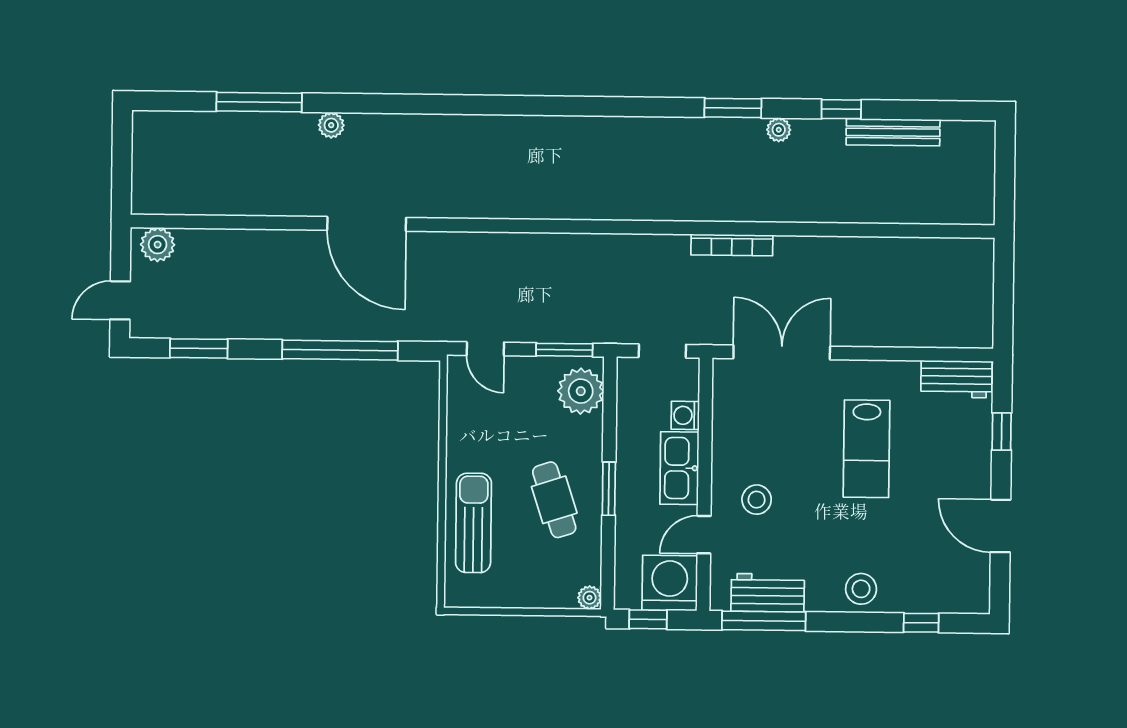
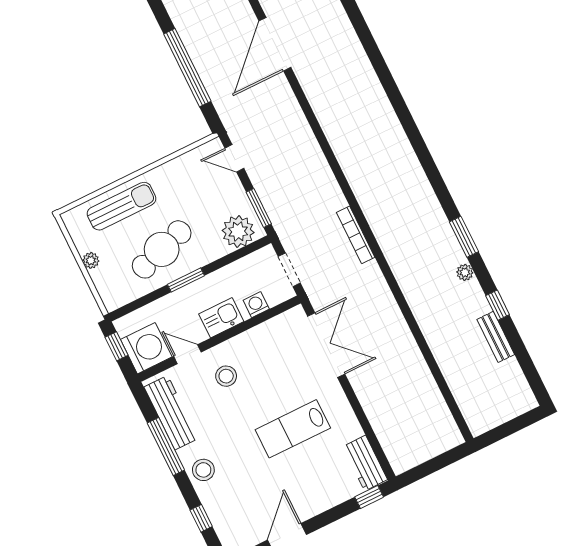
bench: (893, 132) -> (496, 337), width x0.73
bookcase: (732, 245) -> (356, 235), moved
door: (485, 349) -> (234, 158), hinge flipped
window: (1002, 431) -> (369, 497), moved
kitchen sink: (679, 468) -> (221, 318), width x0.73
cafe table: (554, 500) -> (162, 249), width x1.37, depth x1.35
workbench: (768, 593) -> (171, 413), width x1.38
plant: (589, 598) -> (91, 260), moved
window: (764, 621) -> (166, 447), moved

